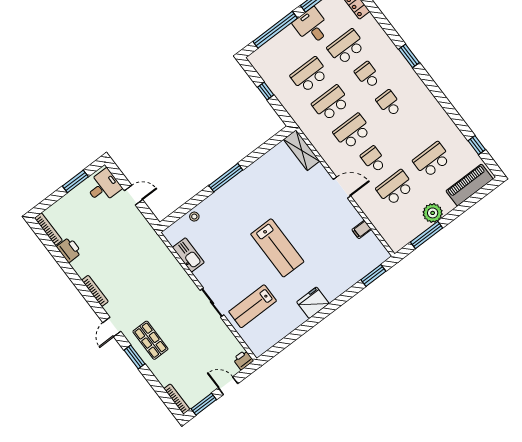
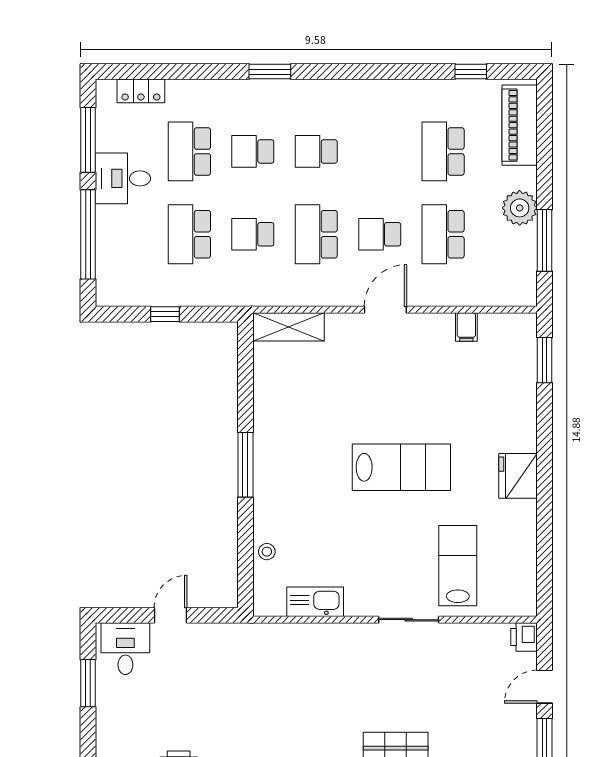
school desk: (331, 103) -> (253, 234), width x0.54
lab bench: (253, 306) -> (458, 566), turned 180

